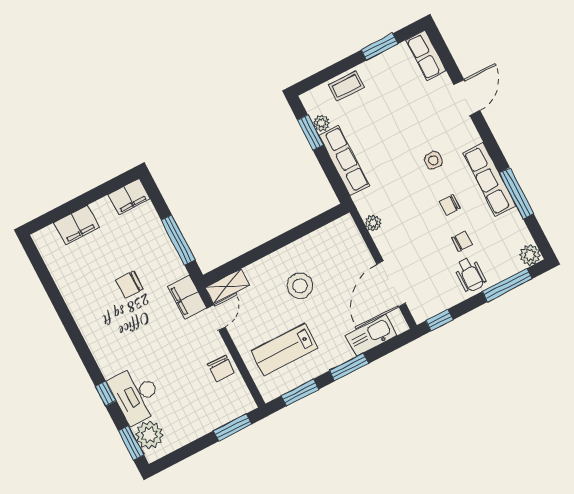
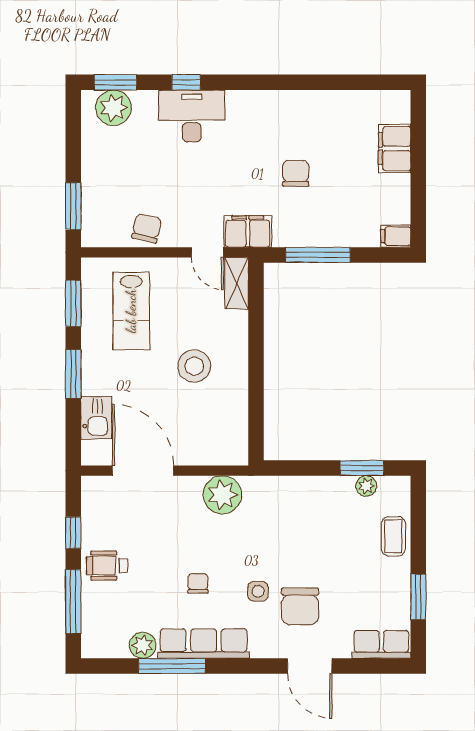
row of seats: (344, 161) -> (310, 490), removed
filing cabinet: (129, 197) -> (396, 236), width x0.50
plant: (373, 223) -> (222, 495), width x1.87, depth x1.87
chair: (462, 241) -> (300, 606), moved, width x1.87, depth x1.87
plant: (530, 255) -> (143, 645), moved
window: (439, 320) -> (73, 533), moved
kitchen sink: (371, 335) -> (96, 418), width x0.73
lab bench: (284, 349) -> (131, 311), turned 180
chair: (221, 368) -> (147, 228), turned 103
desk: (136, 395) -> (192, 116), moved

